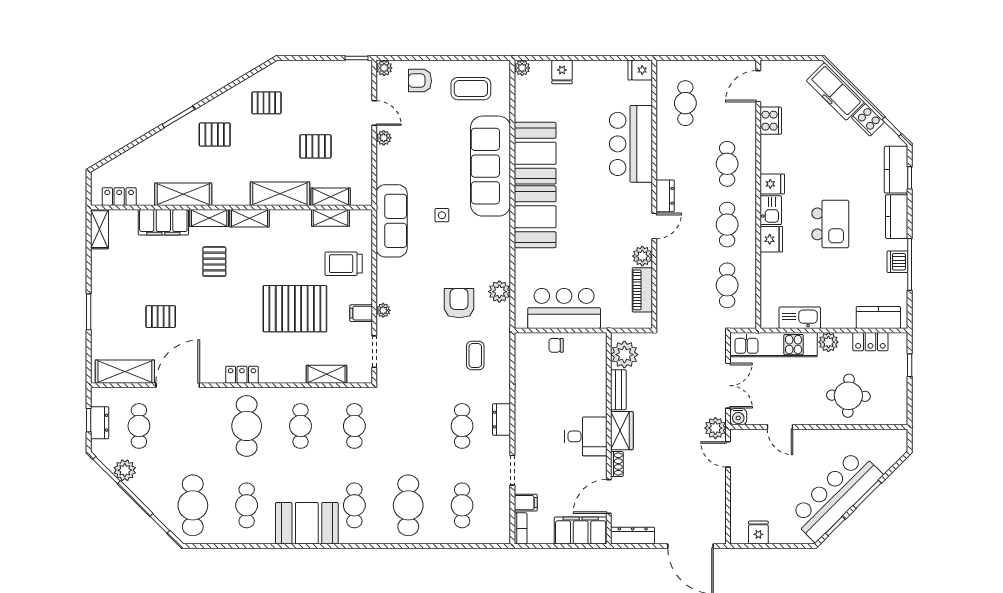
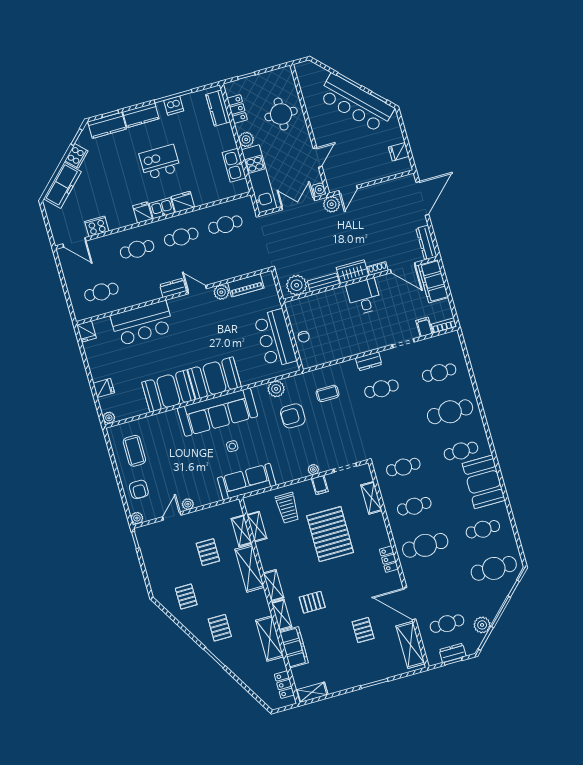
sofa: (491, 166) -> (218, 412), moved

